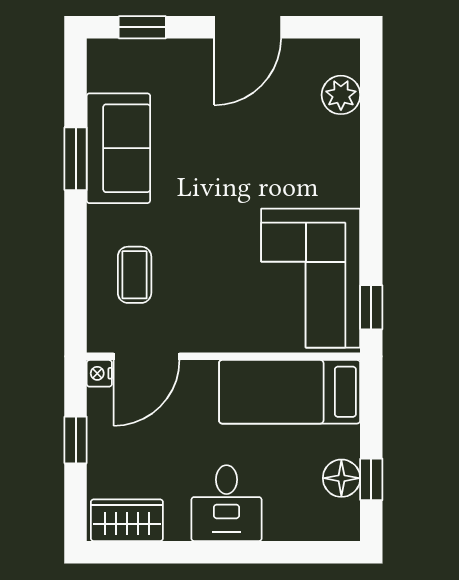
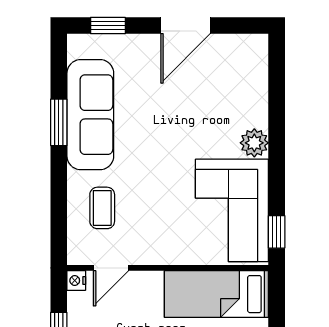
plant: (341, 95) -> (254, 143), moved
sofa: (118, 148) -> (90, 115), width x1.36
door: (147, 356) -> (111, 268), width x0.73

